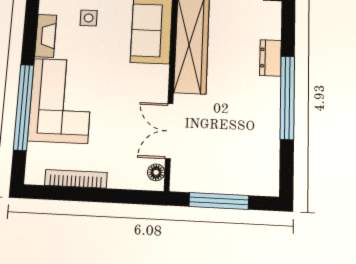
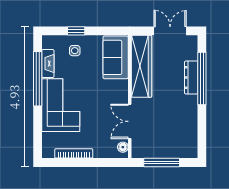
dresser: (270, 58) -> (191, 77), width x1.44
window: (287, 98) -> (202, 78), moved
window: (24, 107) -> (38, 79), moved

